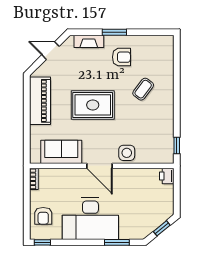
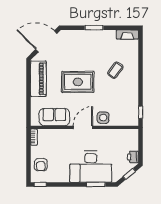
fireplace: (89, 41) -> (127, 34), moved
door: (50, 51) -> (46, 41), width x1.88
armchair: (121, 57) -> (99, 46), removed
door: (100, 166) -> (83, 127), swing flipped
printer: (167, 176) -> (133, 157), moved
desk: (90, 219) -> (91, 167), moved

